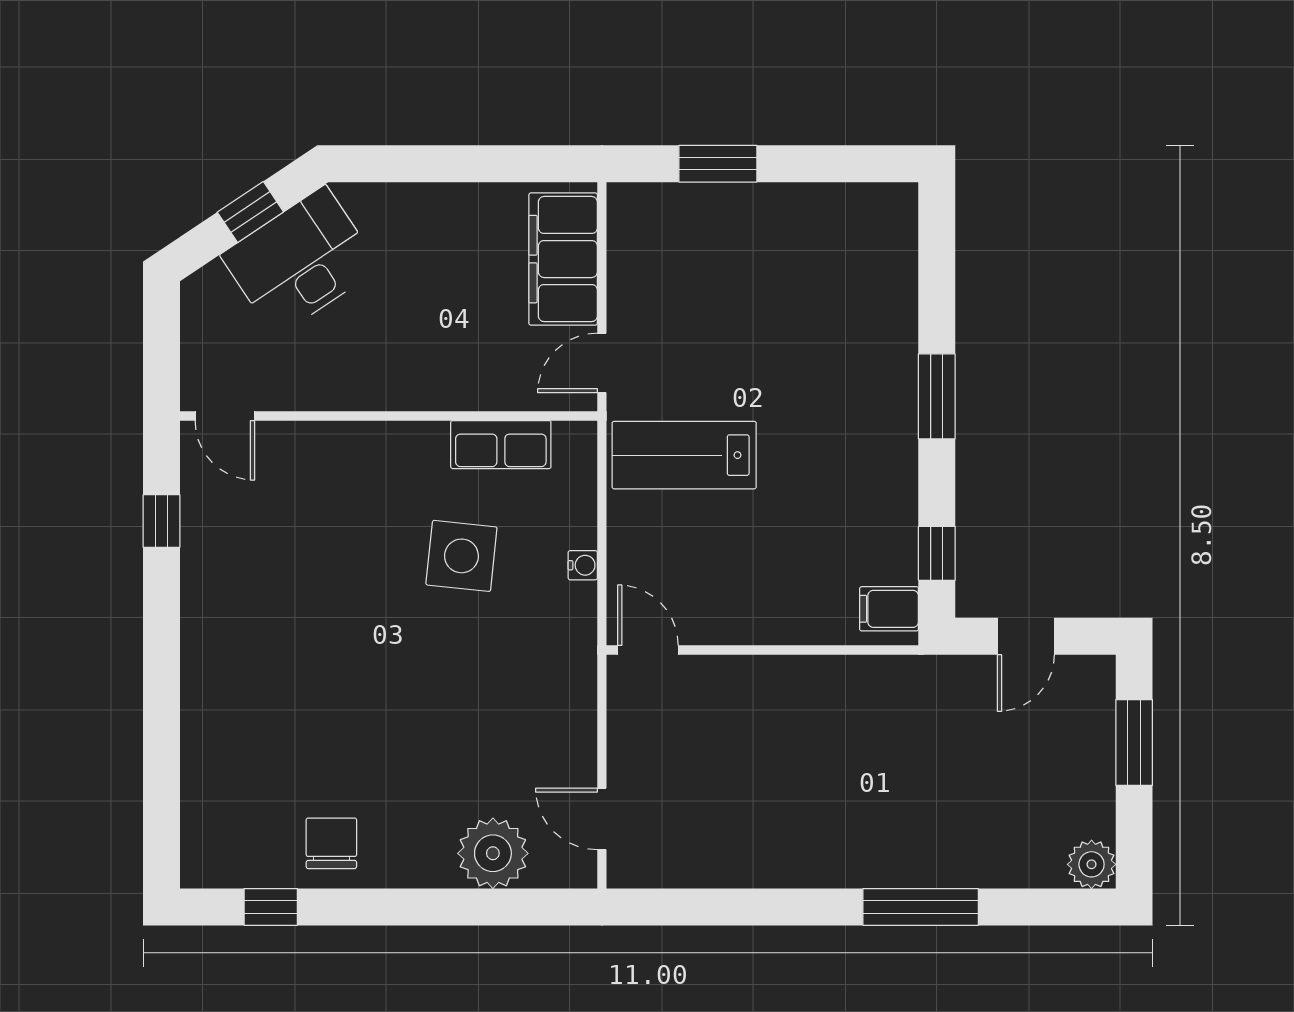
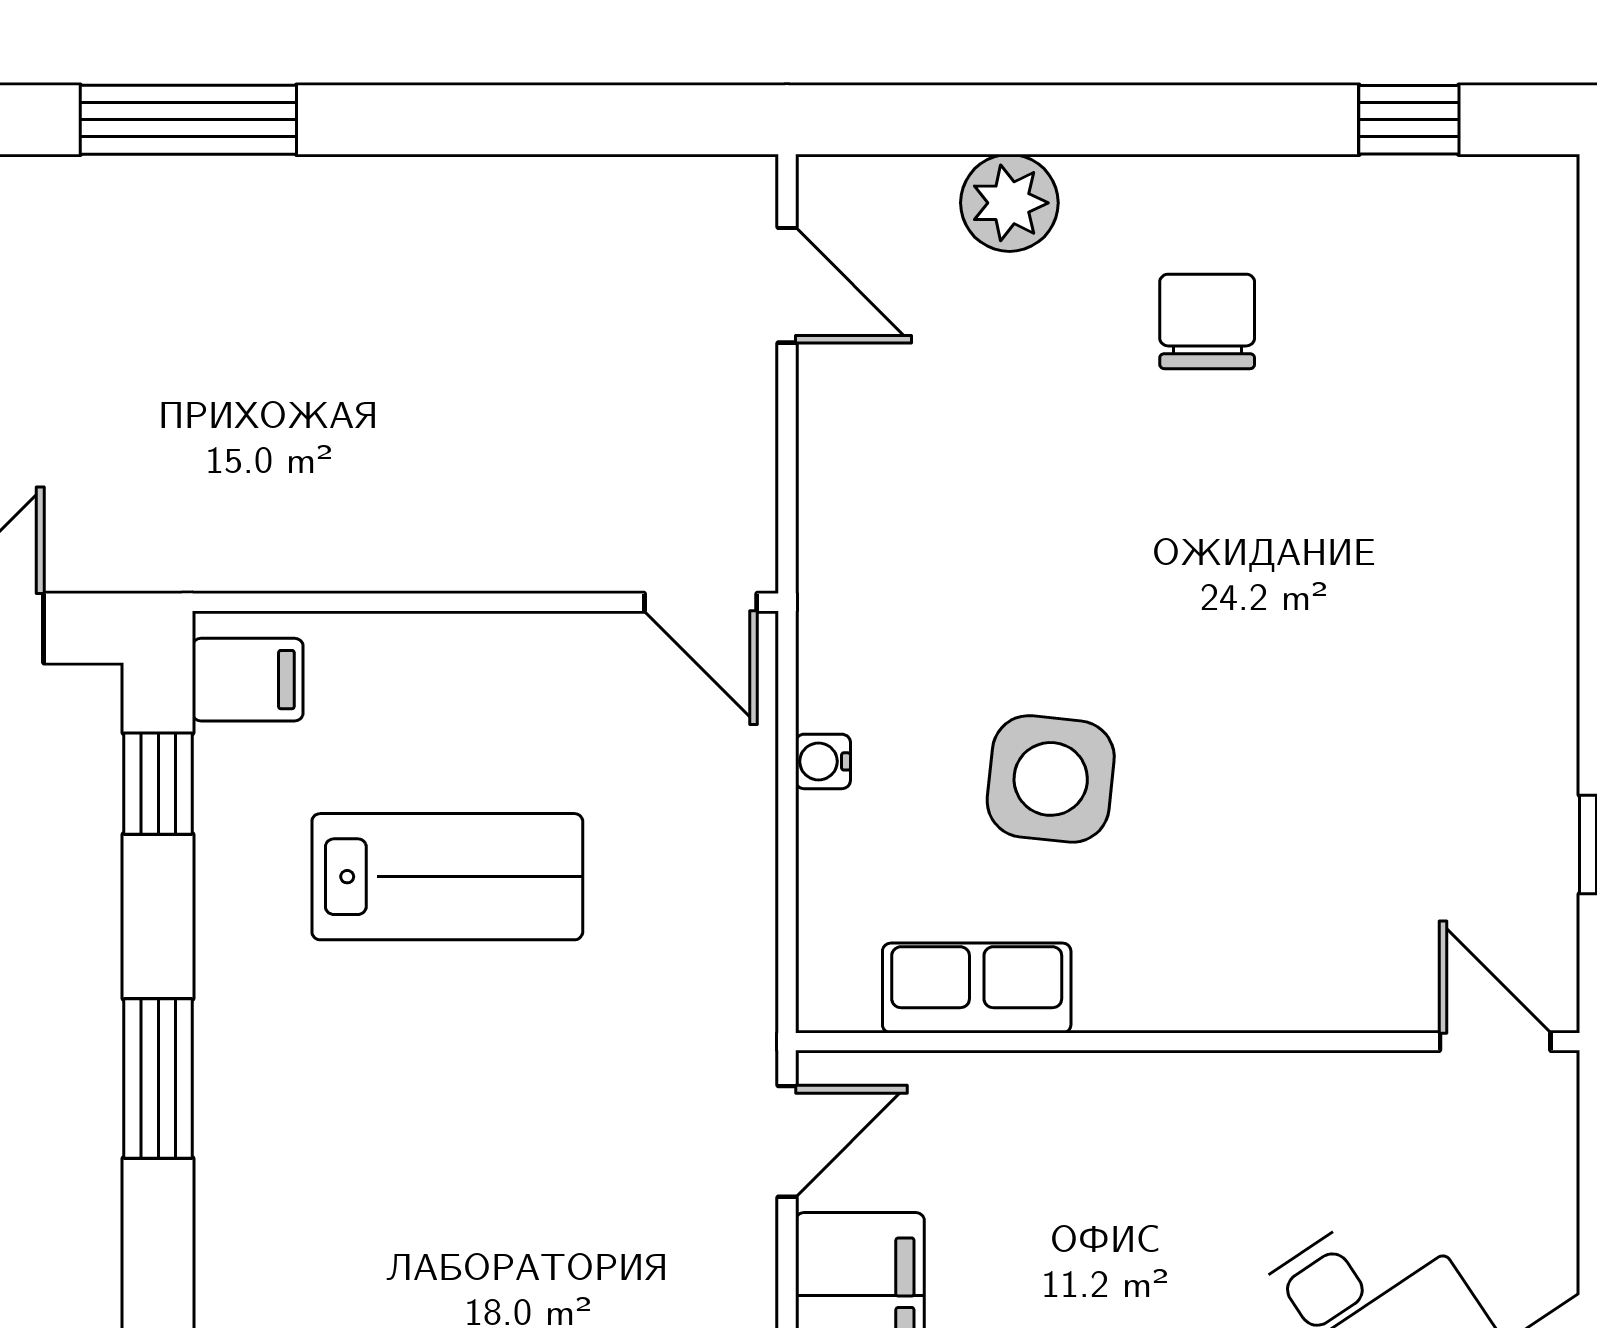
lab bench: (684, 455) -> (447, 877), moved
chair: (331, 843) -> (1207, 321), moved, turned 180
plant: (493, 853) -> (1009, 203), width x0.73, depth x0.73

